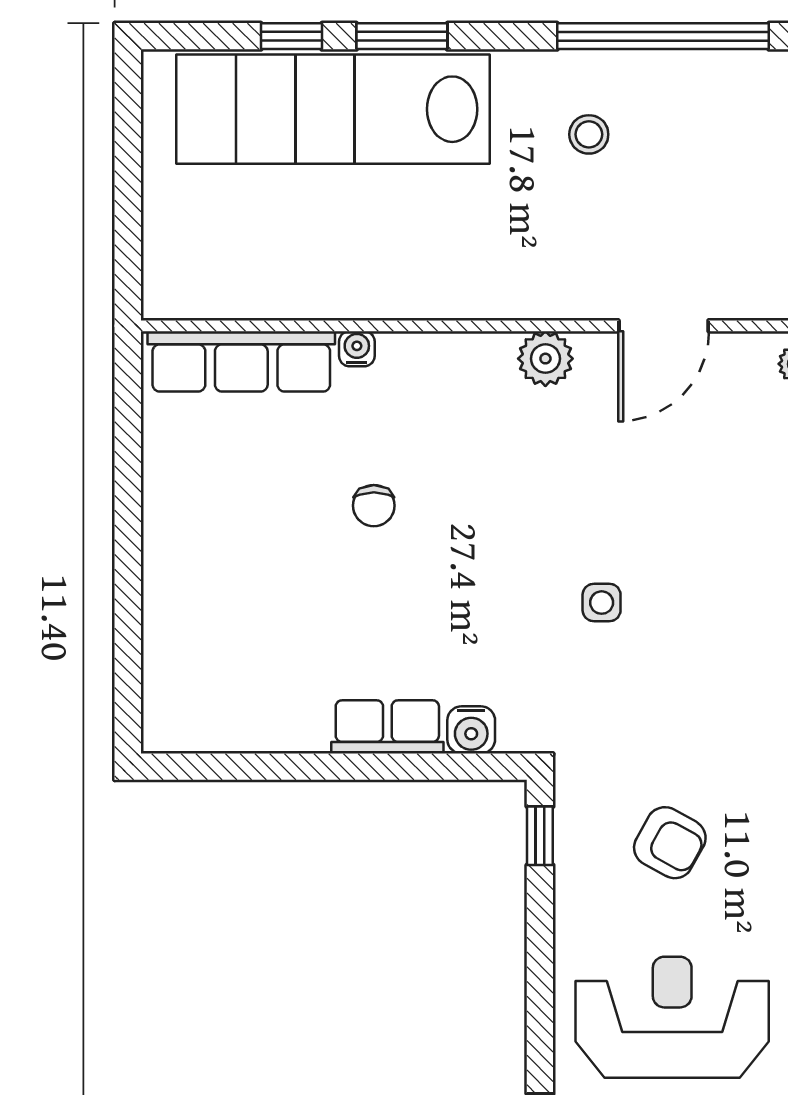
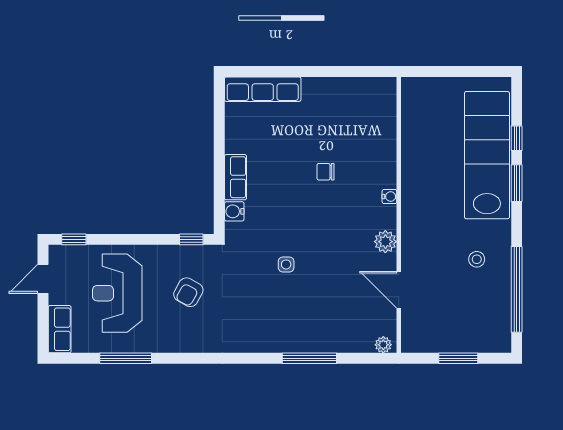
water cooler: (357, 349) -> (389, 197), moved
row of seats: (241, 361) -> (263, 89), moved, turned -90
reception desk: (672, 1017) -> (117, 293), turned 180

